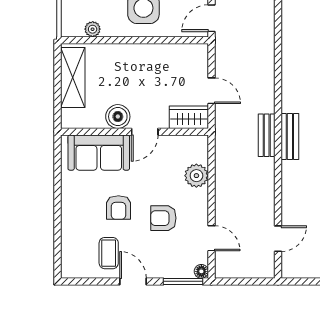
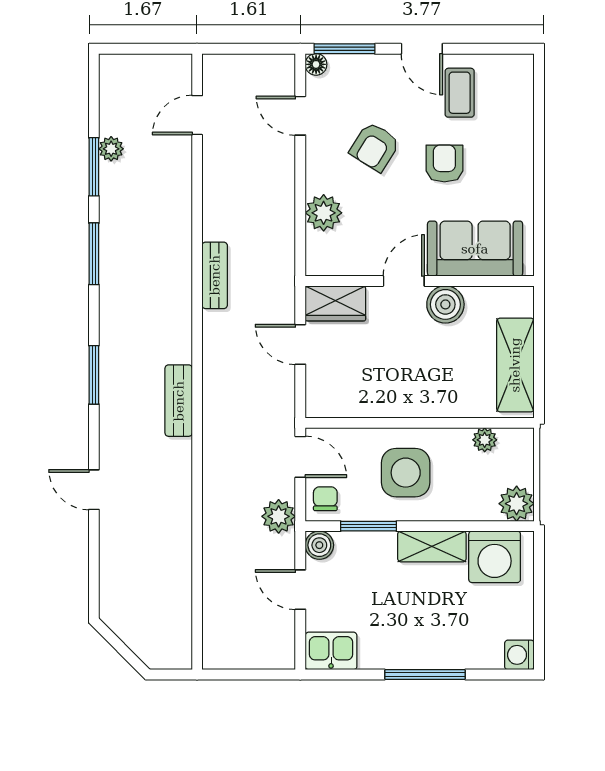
door: (211, 18) -> (300, 457), hinge flipped
bench: (290, 136) -> (179, 401), moved
armchair: (163, 218) -> (375, 147), turned 122

